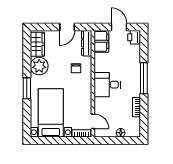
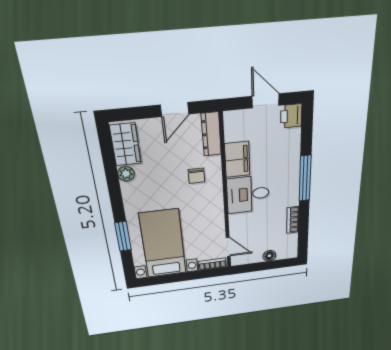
filing cabinet: (101, 41) -> (237, 159), moved
plant: (39, 66) -> (126, 174), width x0.53, depth x0.53
window: (27, 88) -> (123, 236), moved

